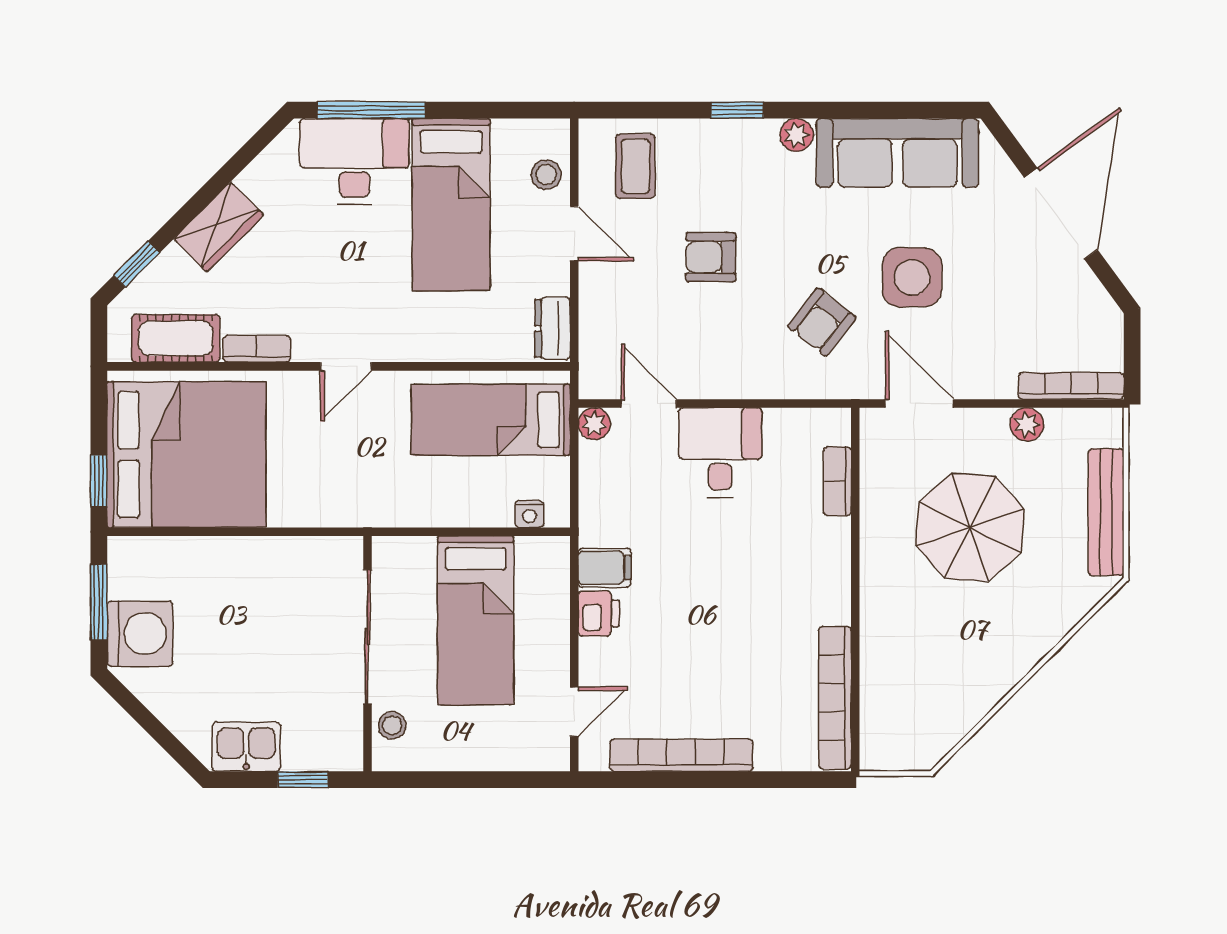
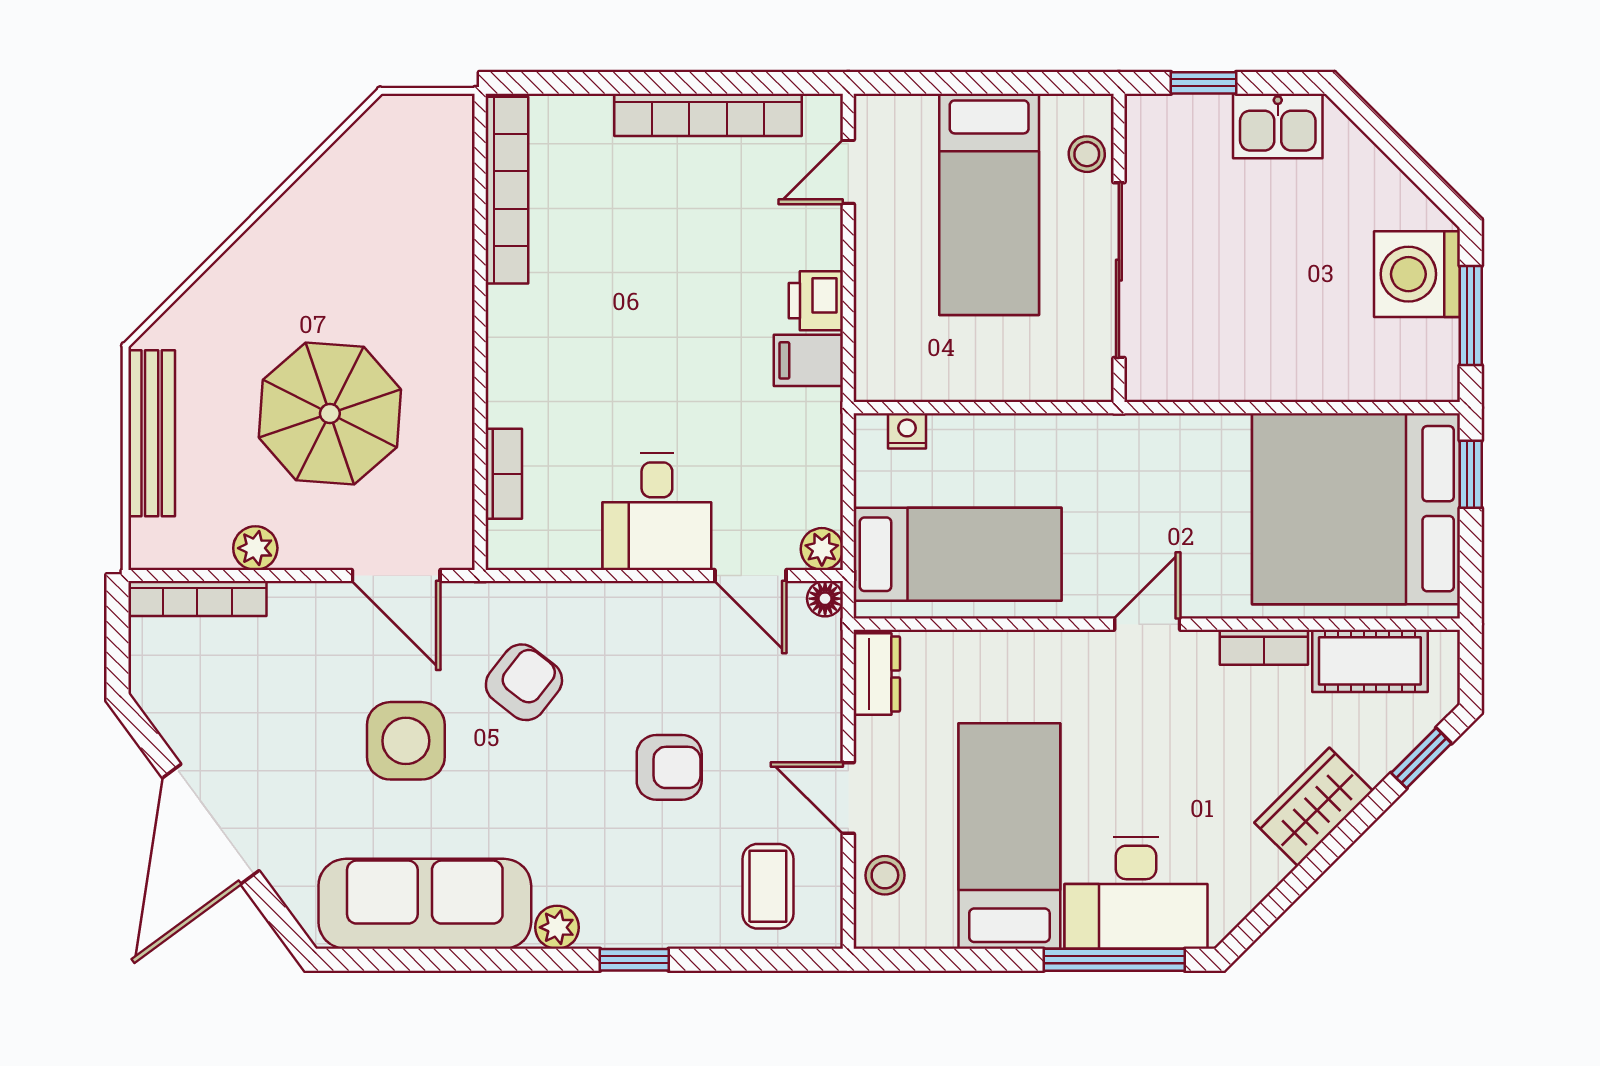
floor lamp: (592, 386) -> (825, 599), added
bed: (476, 620) -> (989, 204), moved, turned 180

